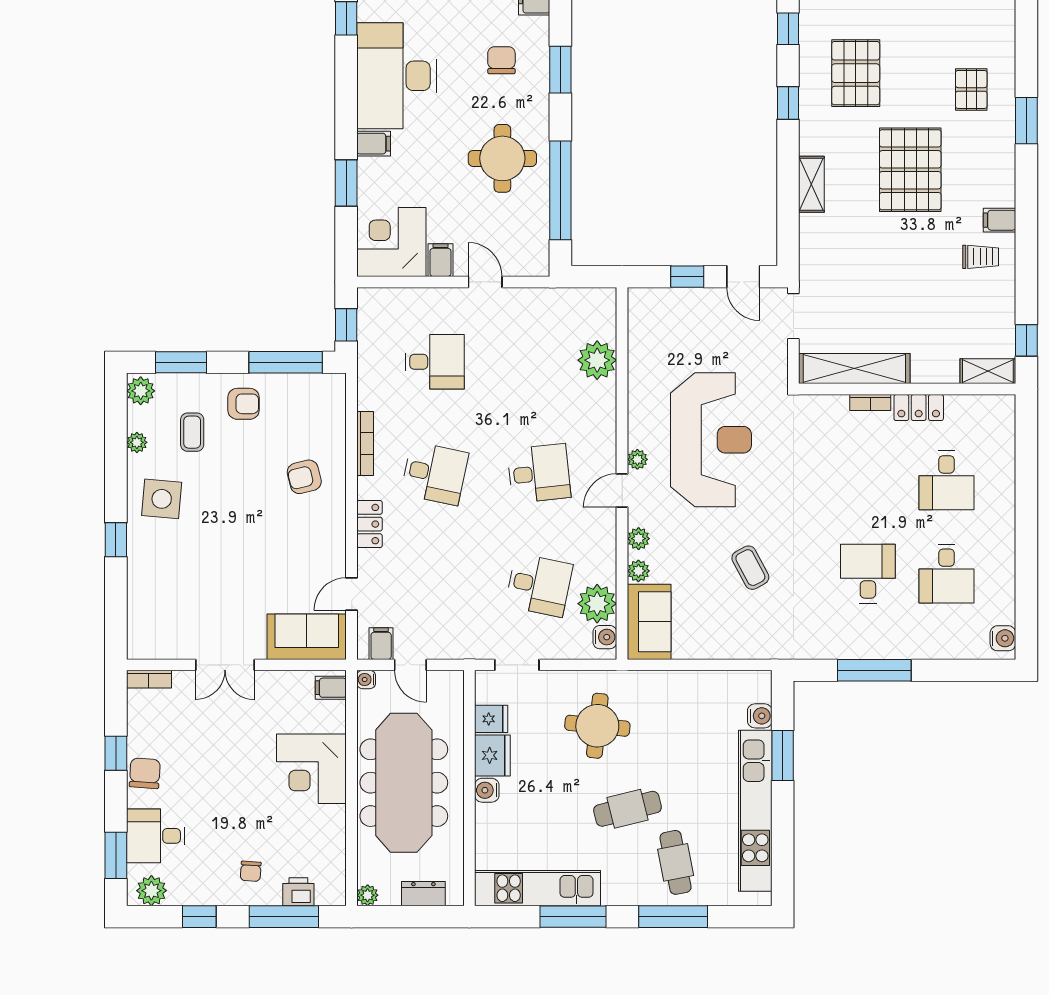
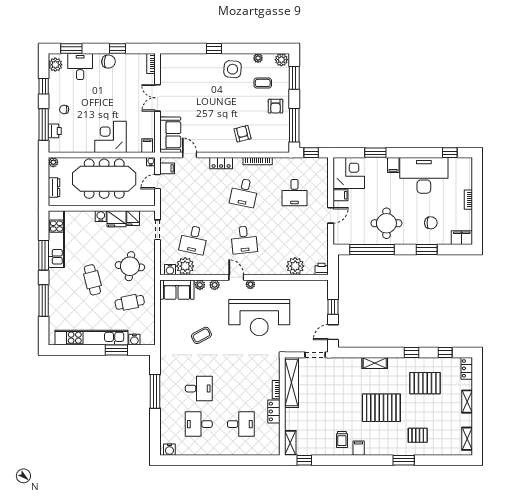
printer: (604, 302) -> (322, 269), added
desk: (946, 480) -> (241, 424), turned 180
cafe table: (676, 862) -> (130, 302), moved

